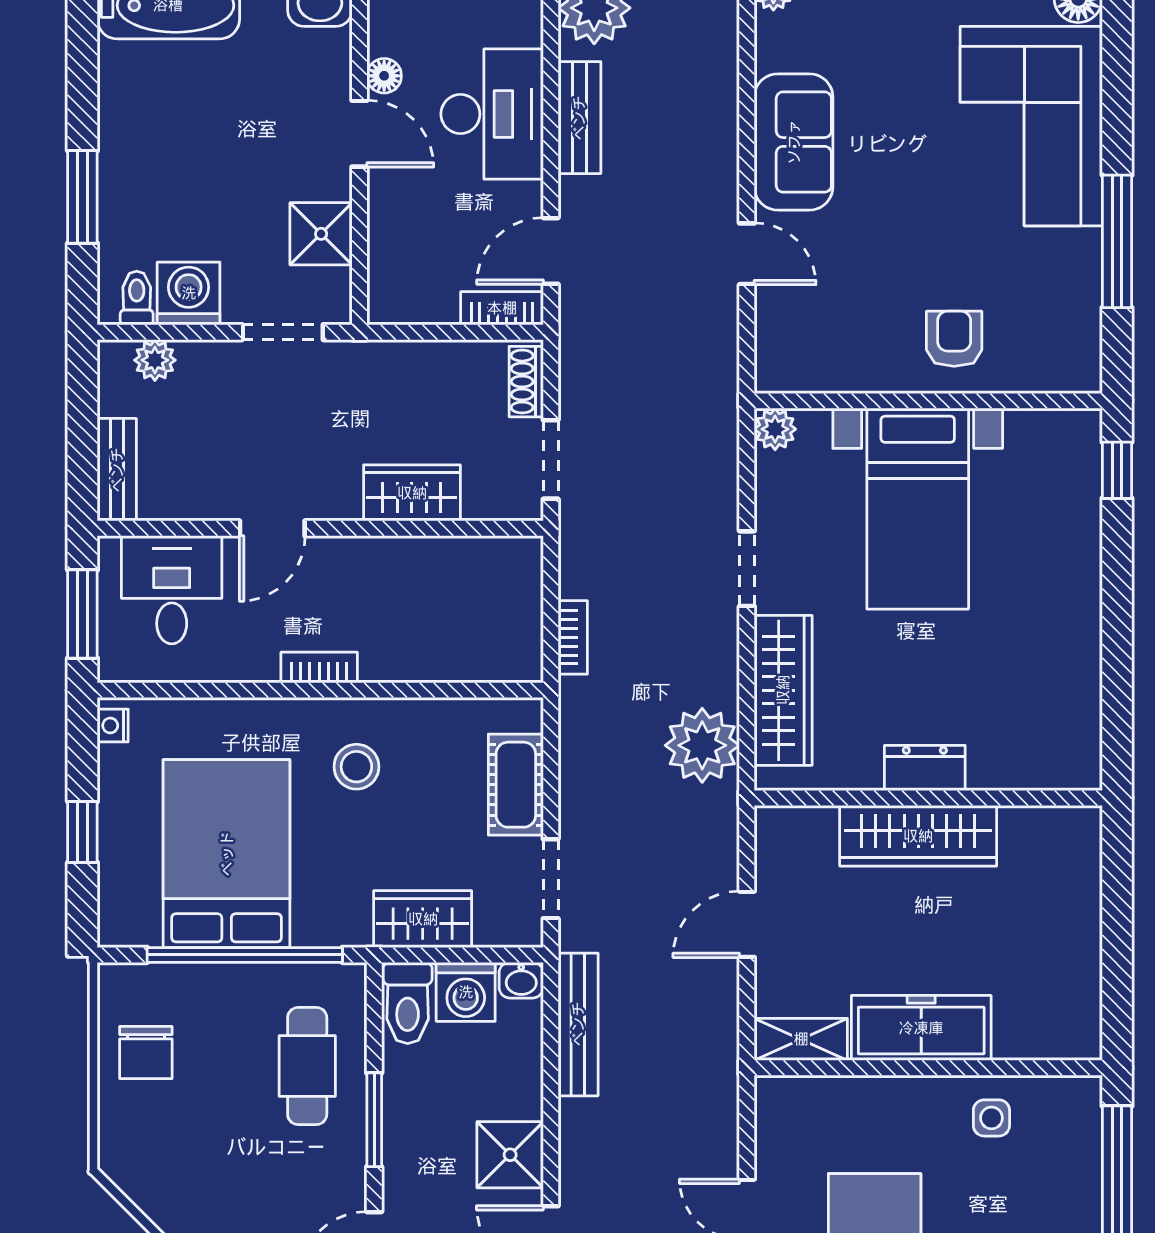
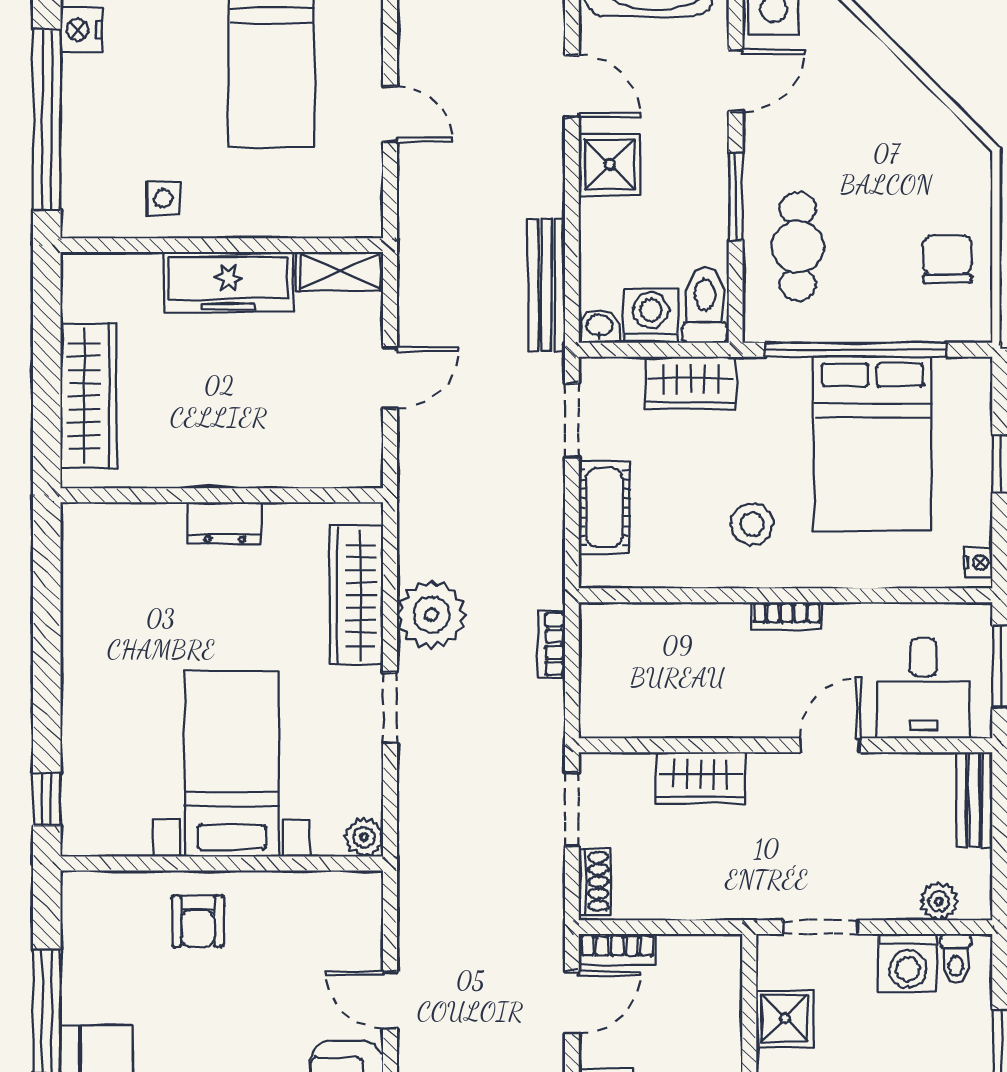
plant: (702, 745) -> (431, 615), moved
wardrobe: (918, 836) -> (89, 396), moved, turned 90

